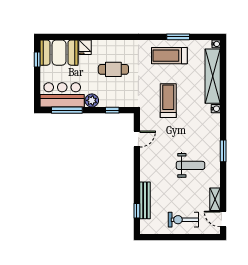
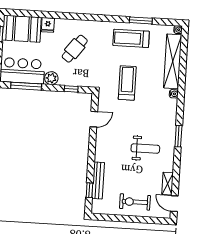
cafe table: (113, 69) -> (75, 49), turned -53

